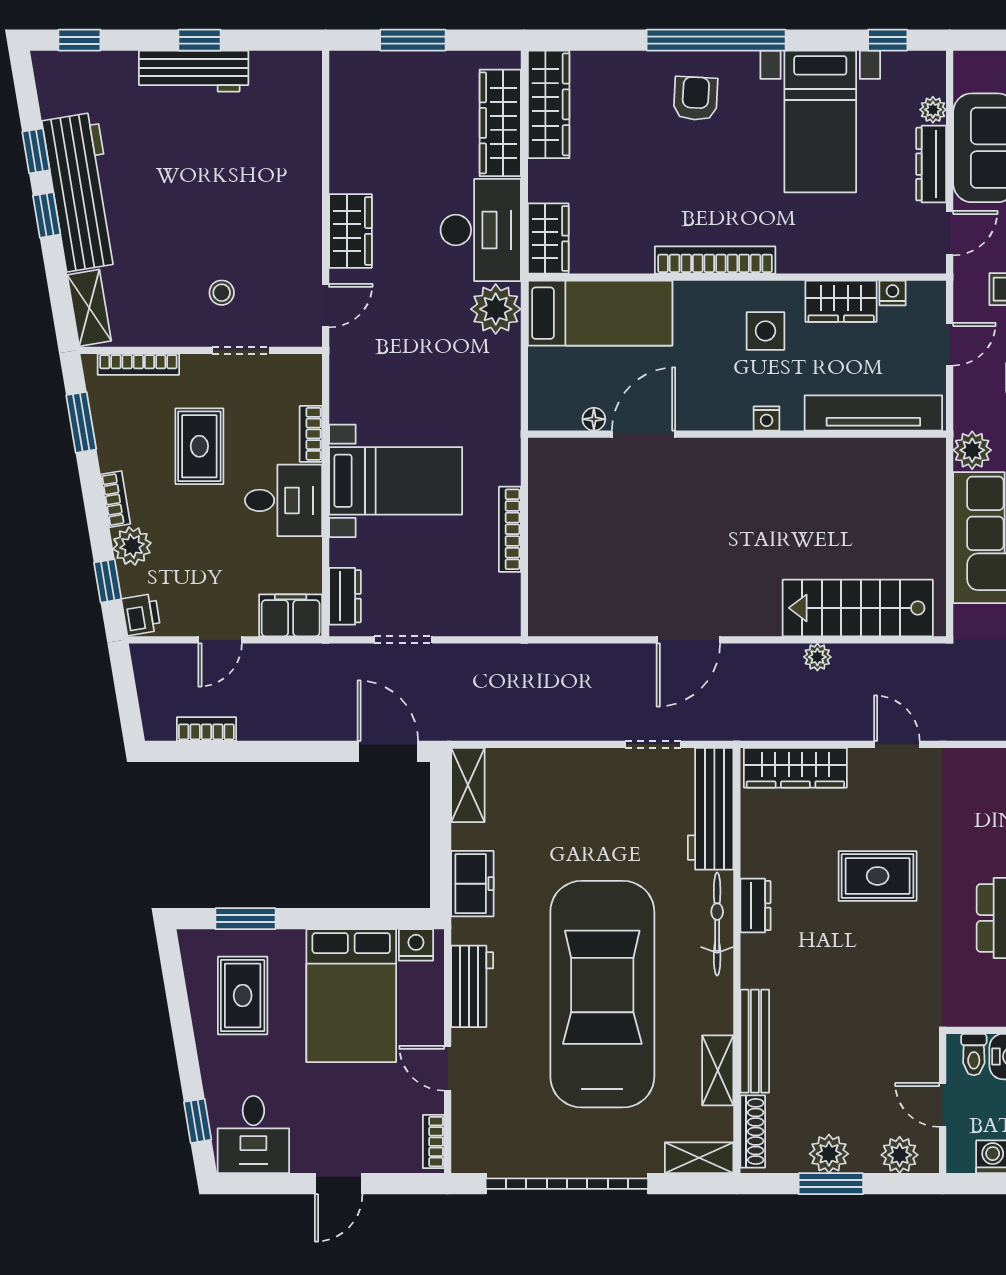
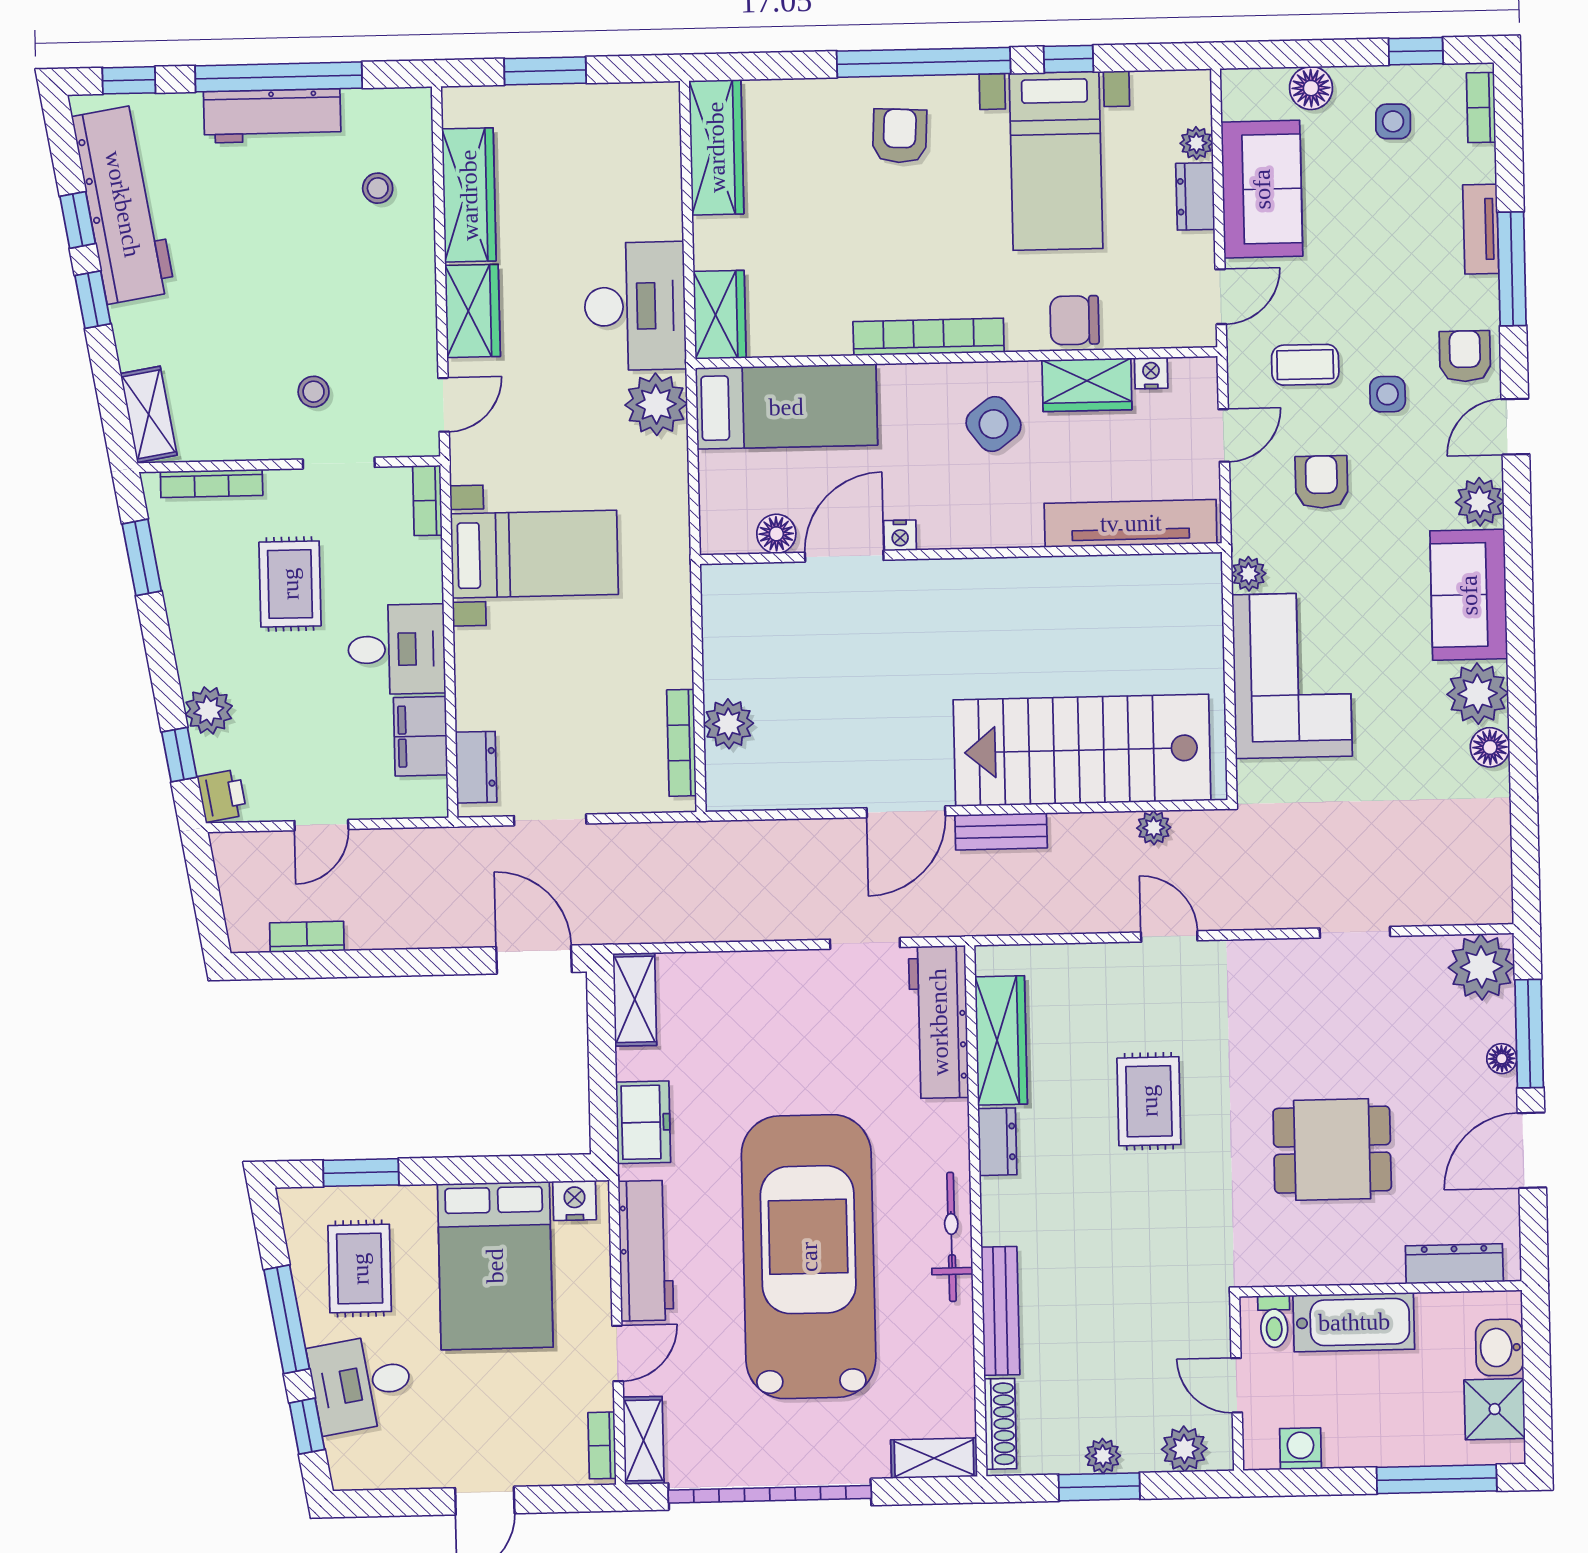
window: (199, 40) -> (279, 77), width x3.17
window: (888, 40) -> (1069, 59), moved
wardrobe: (500, 123) -> (469, 195), moved, turned 180
stool: (277, 131) -> (378, 188), added
dresser: (931, 164) -> (1195, 196), width x0.70
workbench: (82, 192) -> (123, 204), moved
chair: (832, 249) -> (1074, 320), added
side table: (765, 331) -> (993, 424), turned -37
nightstand: (767, 418) -> (900, 535), moved
floor lamp: (594, 419) -> (776, 534), width x1.37, depth x1.37
bookcase: (311, 434) -> (427, 500), moved
plant: (972, 450) -> (1249, 574), width x0.73, depth x0.73
bed with nightstands: (396, 481) -> (534, 554), moved
bookcase: (115, 499) -> (187, 652), removed
bookcase: (510, 529) -> (681, 743), moved
plant: (548, 566) -> (728, 724), added
stairs: (858, 608) -> (1082, 750), width x1.36, depth x1.51
filing cabinet: (291, 615) -> (421, 736), moved, turned -90
bench: (764, 657) -> (1001, 831), added
plant: (817, 657) -> (1154, 828), moved
wardrobe: (795, 768) -> (1001, 1040), moved, turned -90
rug: (878, 876) -> (1149, 1101), turned 90
bicycle: (717, 924) -> (952, 1237), moved
workbench: (472, 986) -> (646, 1251), width x1.38
window: (183, 1035) -> (287, 1319), added
door: (448, 1068) -> (618, 1353), swing flipped
shelving: (718, 1070) -> (643, 1440), moved
desk: (253, 1135) -> (361, 1384), moved, turned 81
plant: (829, 1154) -> (1103, 1456), width x0.73, depth x0.73

